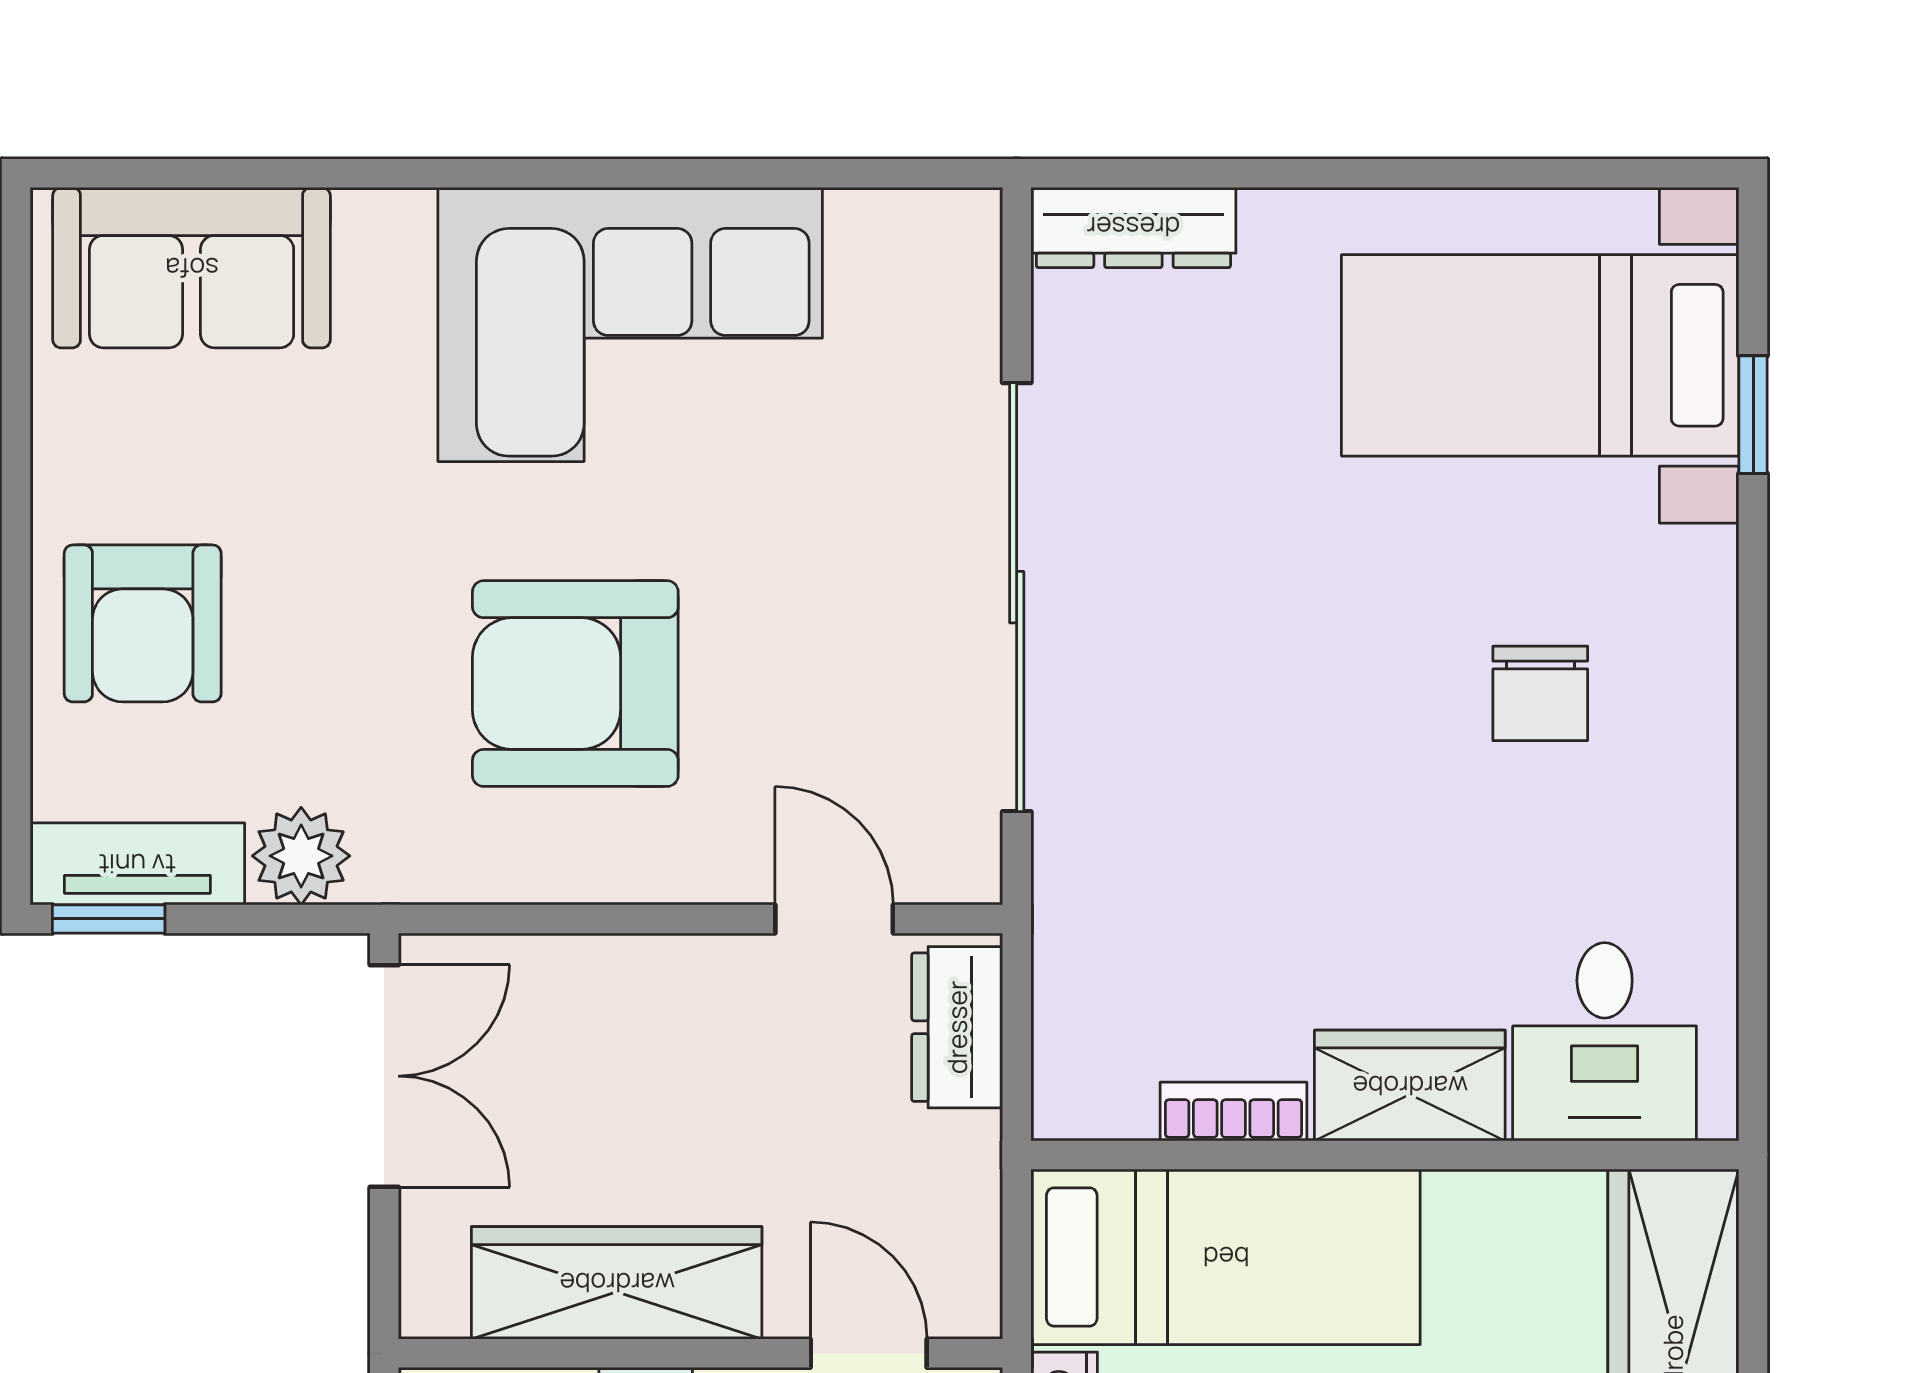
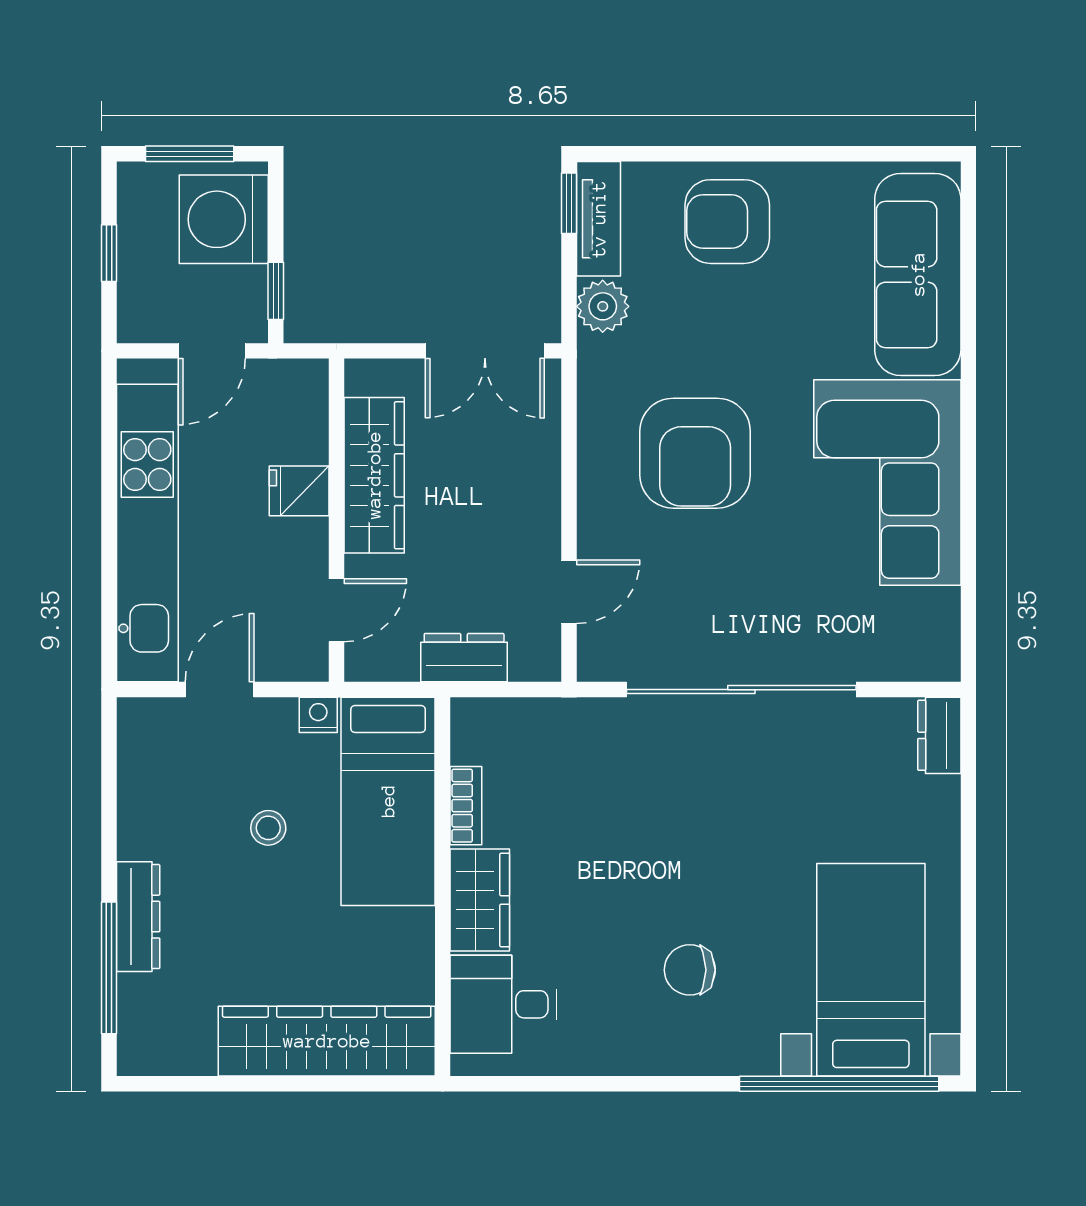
dresser: (1133, 227) -> (939, 735), width x0.70
sofa: (192, 268) -> (918, 274), width x1.36
window: (1753, 415) -> (839, 1084), width x3.17
armchair: (575, 684) -> (695, 453), turned 180
dresser: (957, 1027) -> (464, 658), moved

